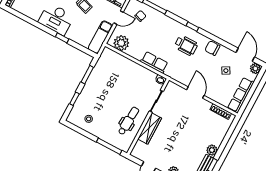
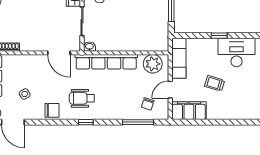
row of seats: (154, 62) -> (106, 62), width x2.02
door: (195, 93) -> (59, 53), moved

